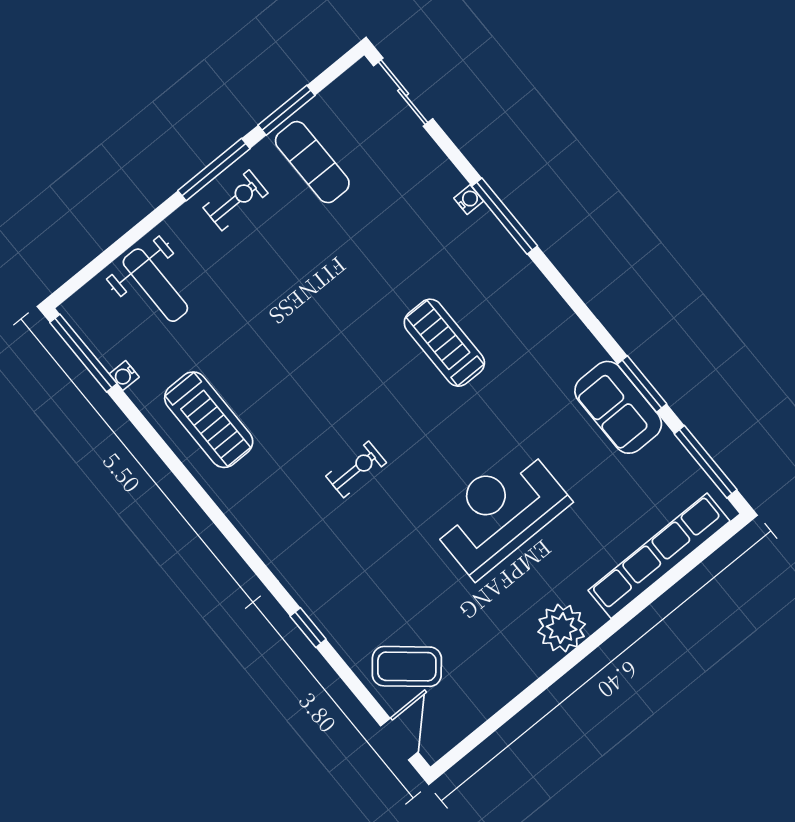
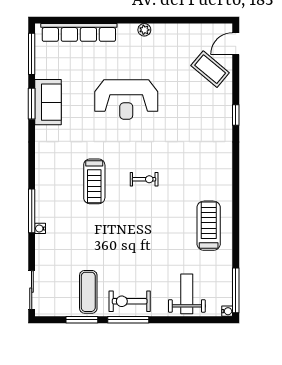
exercise bike: (235, 200) -> (130, 301), width x1.38, depth x1.39
water cooler: (124, 376) -> (227, 311), moved
exercise bike: (356, 469) -> (144, 179), moved, turned 180
plant: (562, 628) -> (144, 30), width x0.53, depth x0.53

